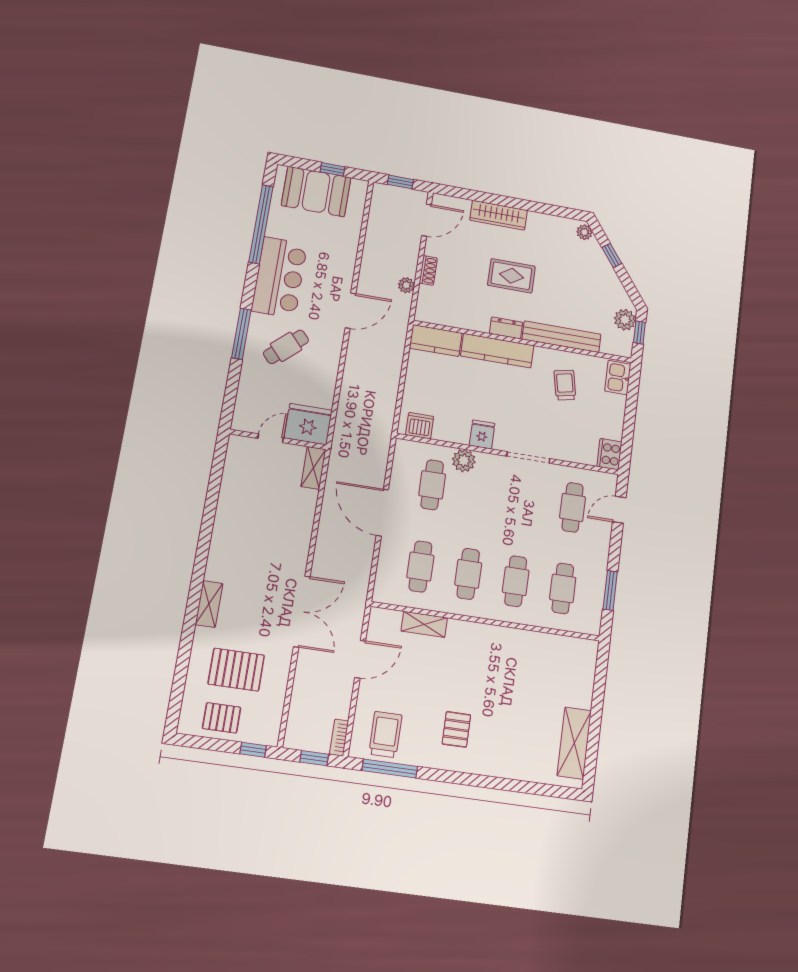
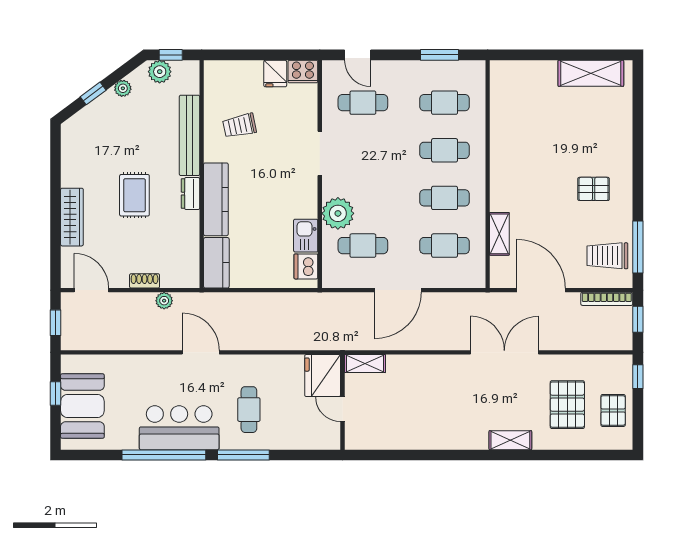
window: (261, 224) -> (164, 455), moved
plant: (584, 232) -> (123, 88), moved
cafe table: (286, 347) -> (249, 410), turned 42
kitchen sink: (618, 378) -> (306, 236), moved, turned 90
fridge: (482, 434) -> (275, 74), moved, turned -90
plant: (464, 461) -> (338, 213), width x1.36, depth x1.36
door: (360, 659) -> (541, 290), width x1.36
bookcase: (339, 738) -> (607, 299), width x1.56

